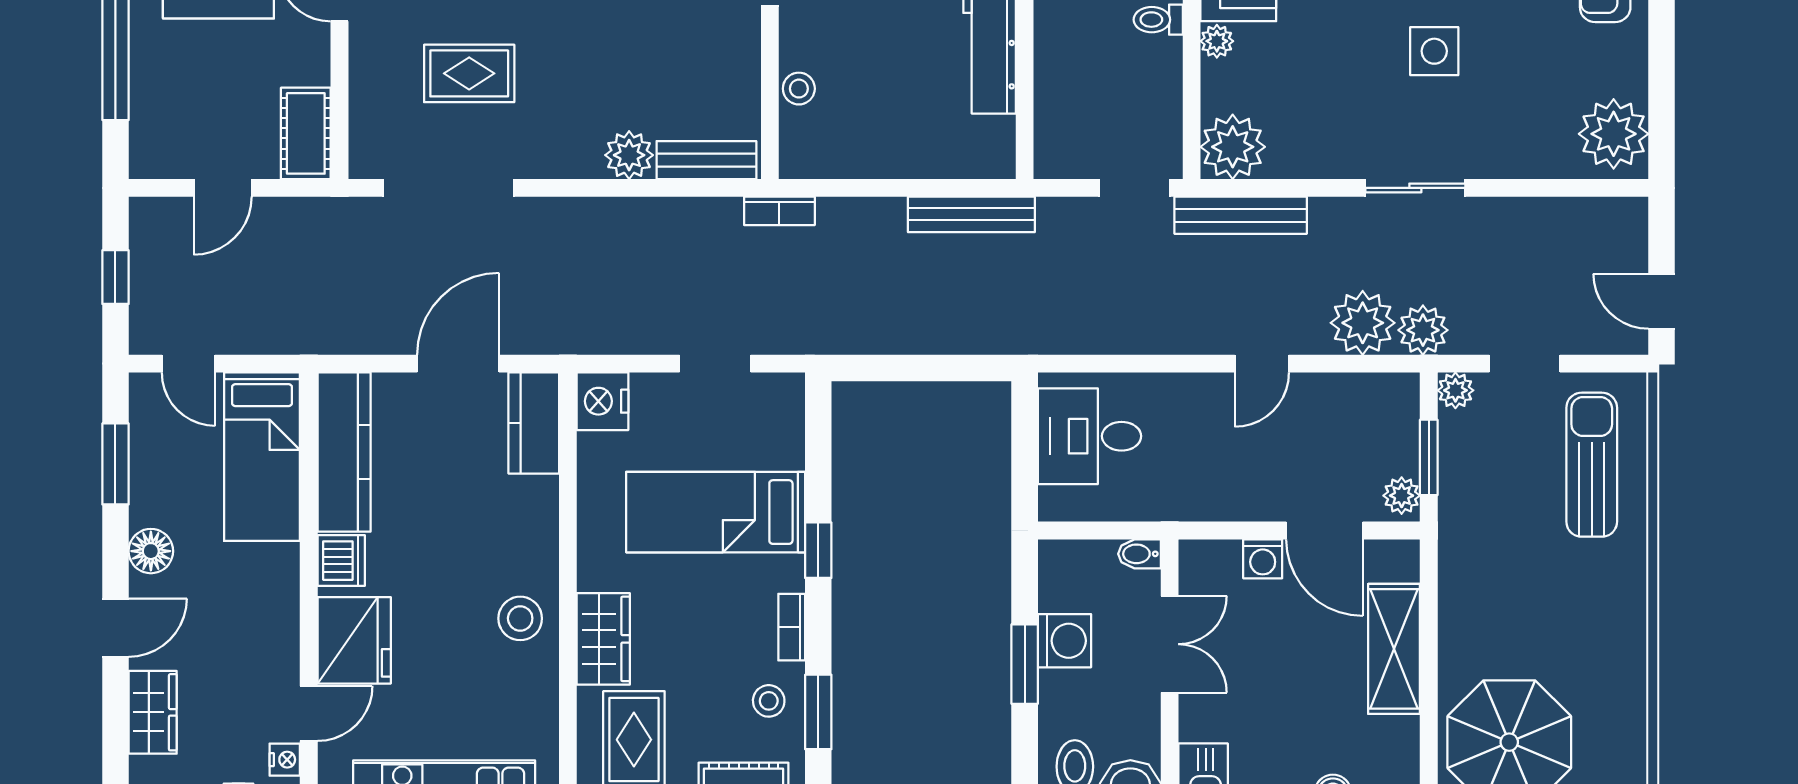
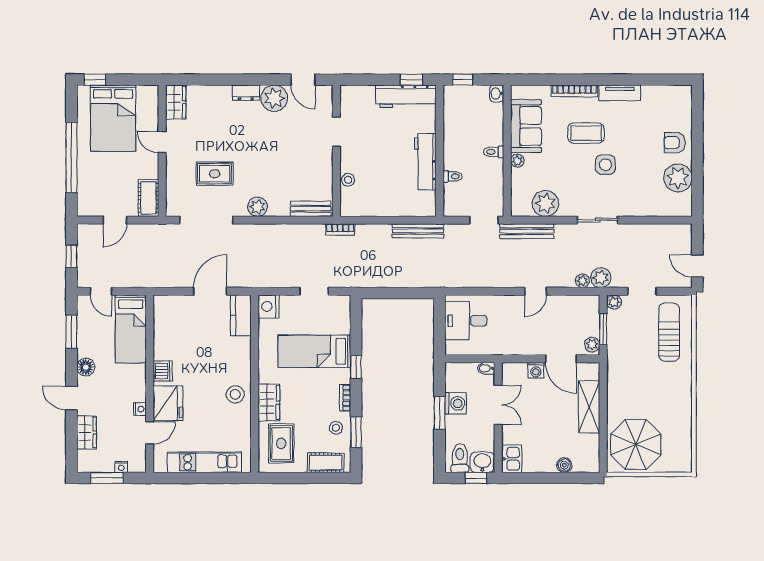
toilet: (1057, 80) -> (453, 176), added
plant: (1614, 134) -> (678, 178), moved
plant: (1233, 147) -> (545, 203), moved
plant: (629, 155) -> (258, 207), moved
plant: (1363, 323) -> (582, 281), width x0.53, depth x0.53
kitchen counter: (344, 452) -> (164, 327), removed
door: (115, 628) -> (71, 398), swing flipped
nightstand: (285, 760) -> (140, 409), moved

